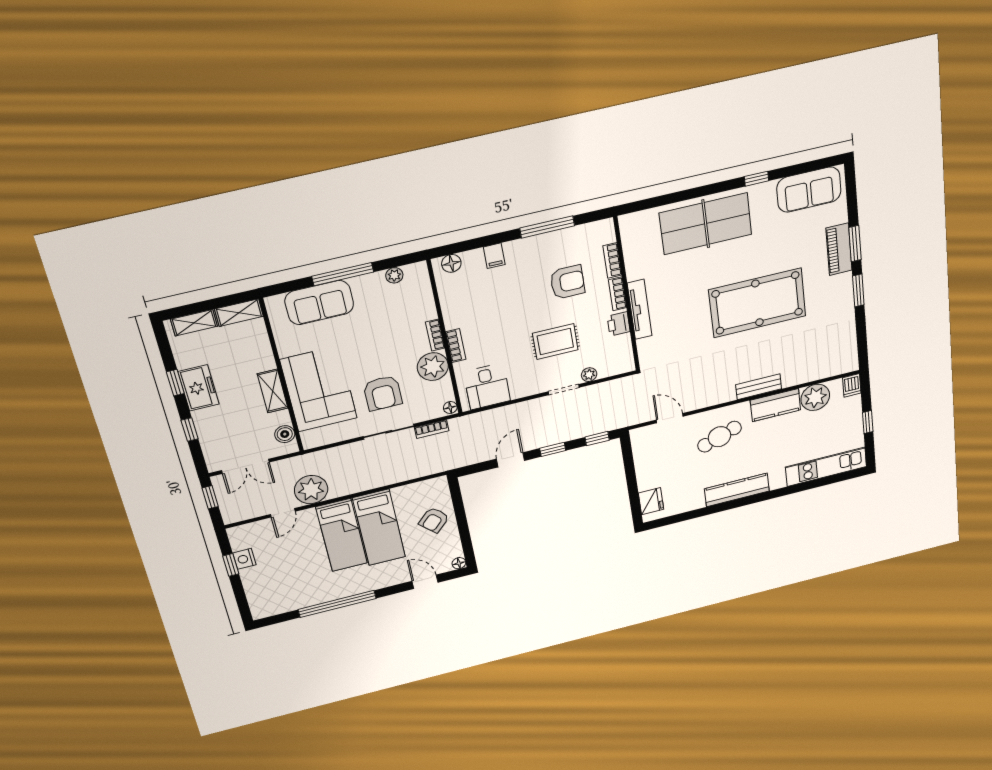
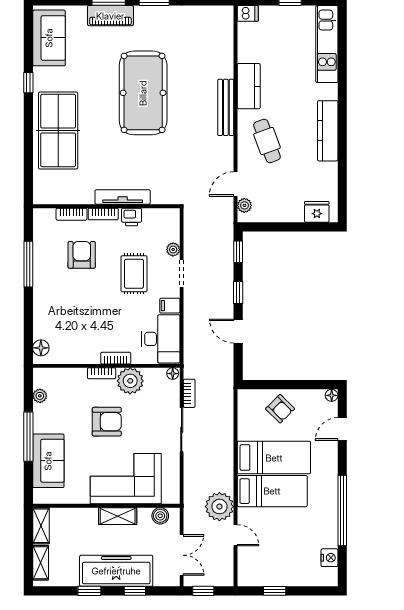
filing cabinet: (494, 256) -> (170, 306), moved, turned 180
desk: (487, 386) -> (161, 339), width x1.37
bench: (759, 387) -> (226, 107), width x1.36
freezer: (199, 388) -> (116, 571), width x1.91, depth x1.26
armchair: (383, 393) -> (107, 422), moved
plant: (815, 397) -> (244, 205), moved, width x0.53, depth x0.53
nightstand: (244, 559) -> (329, 558), moved, turned -90

